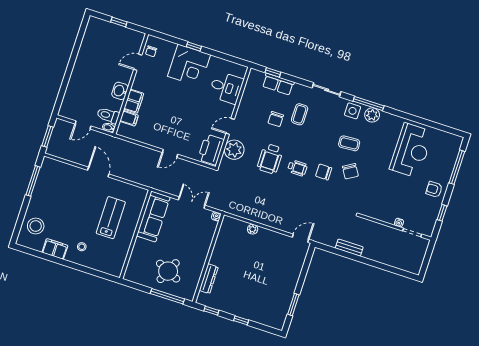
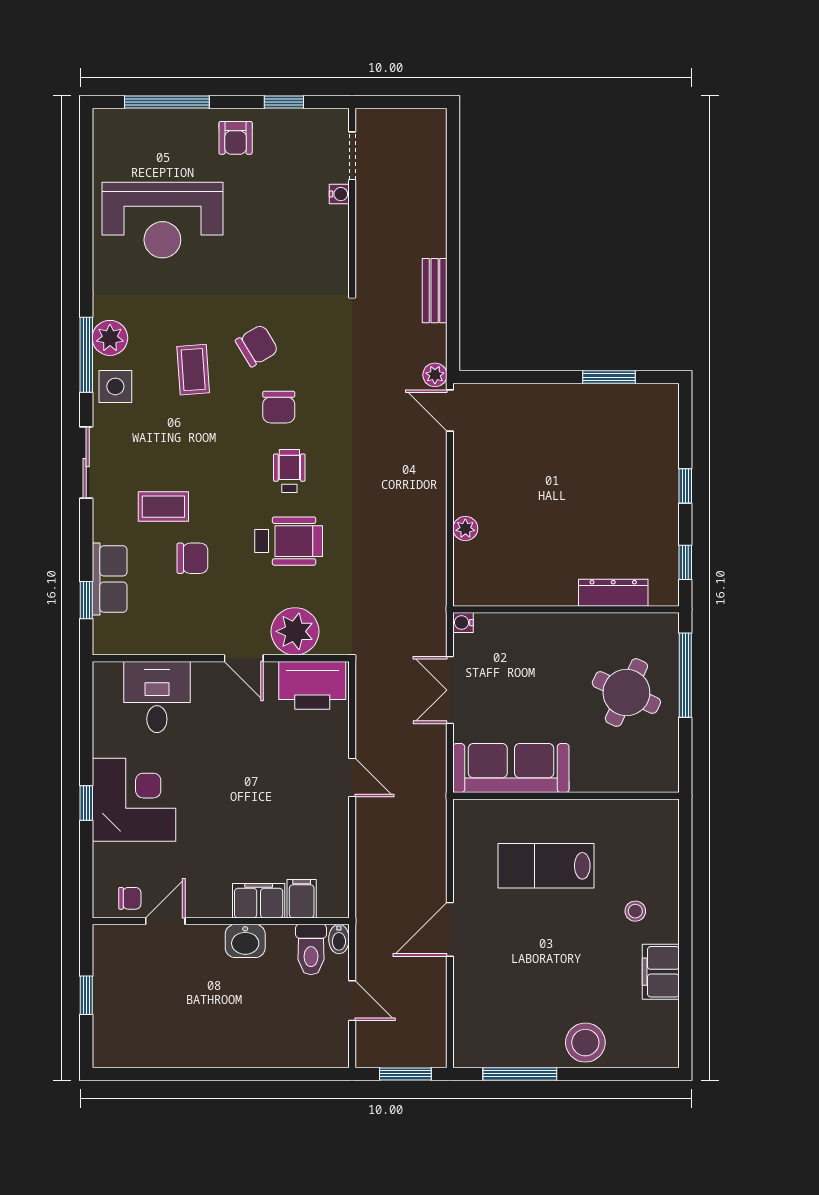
door: (138, 62) -> (165, 921), swing flipped
reception desk: (411, 150) -> (162, 220), turned 180
stool: (36, 226) -> (585, 1043), moved
plant: (316, 237) -> (435, 375), added

